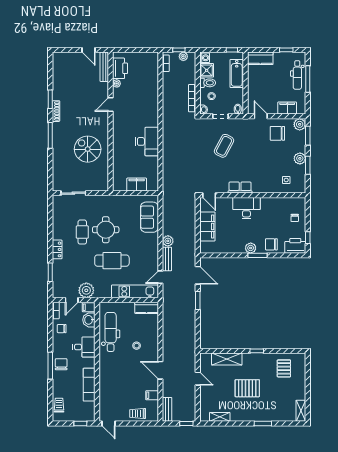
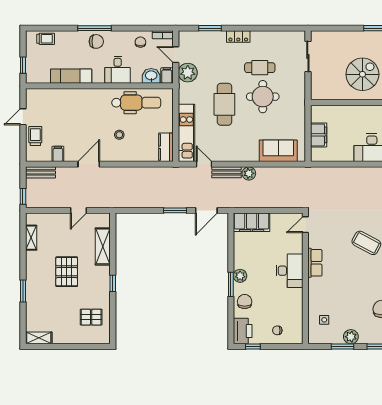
filing cabinet: (207, 226) -> (252, 222), moved
door: (109, 424) -> (23, 117), moved

